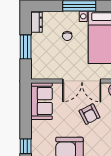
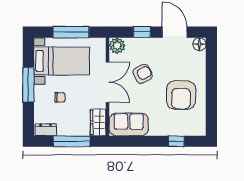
window: (26, 47) -> (72, 141), width x1.44
wardrobe: (43, 72) -> (98, 122), added

